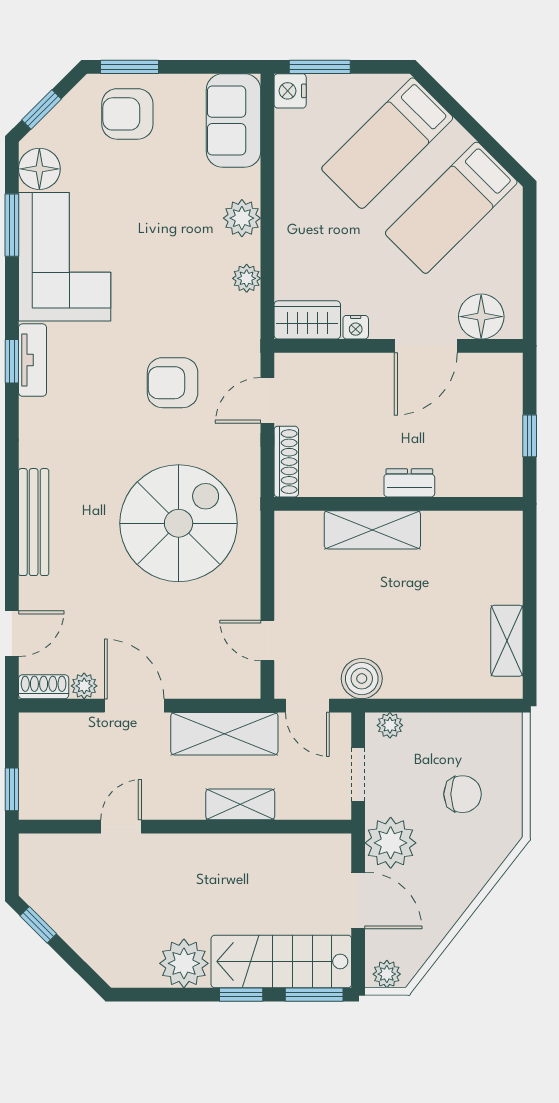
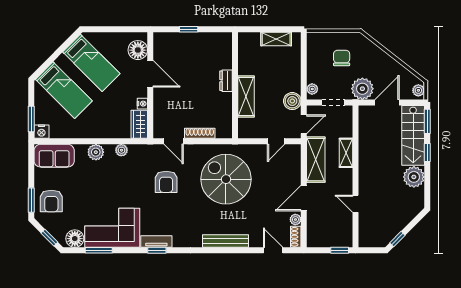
dresser: (409, 483) -> (226, 81), moved
wall: (399, 504) -> (235, 85), moved
shelving: (372, 530) -> (246, 97), moved

